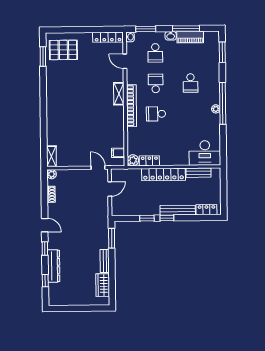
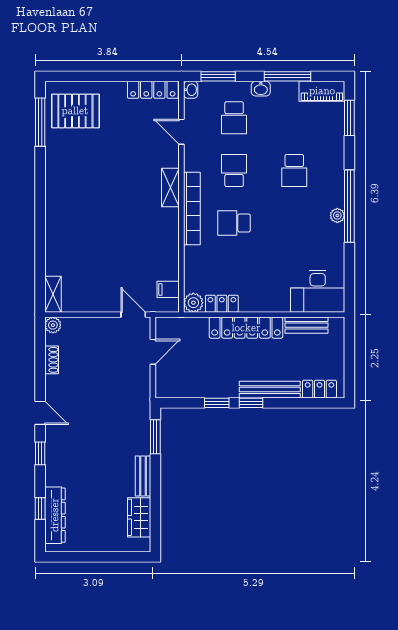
piano: (190, 37) -> (322, 91), moved
window: (43, 57) -> (40, 122), width x1.44
dresser: (54, 266) -> (55, 515), moved

